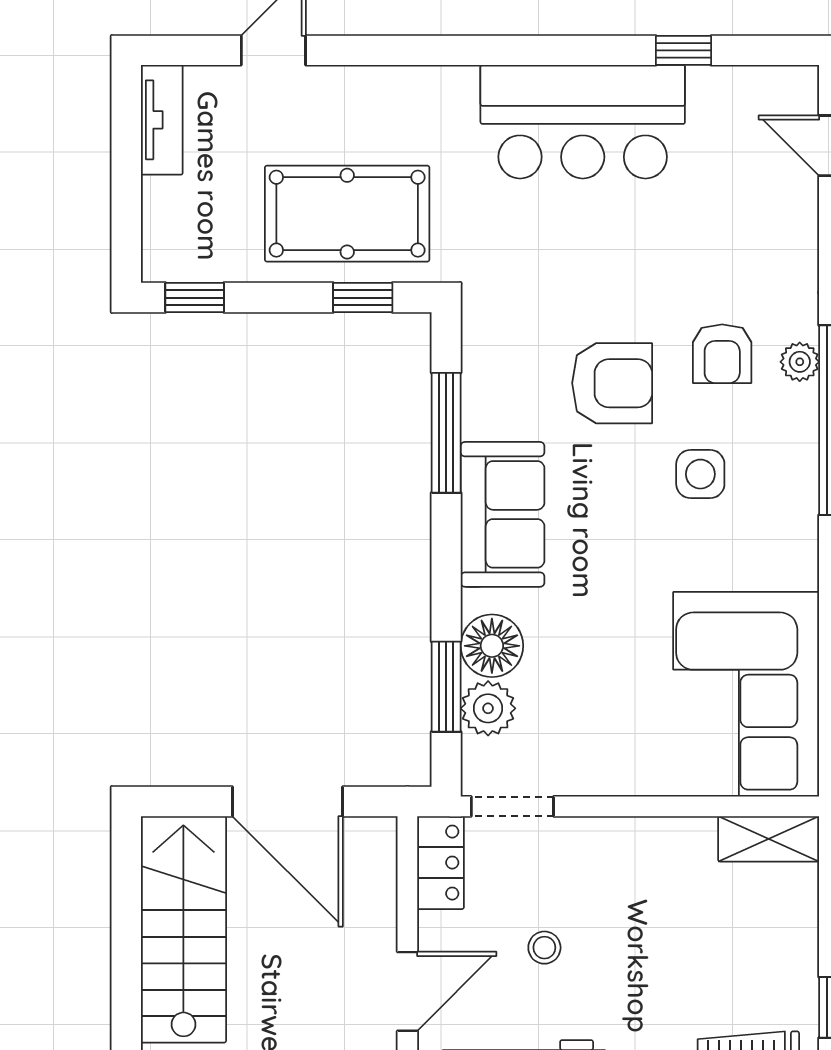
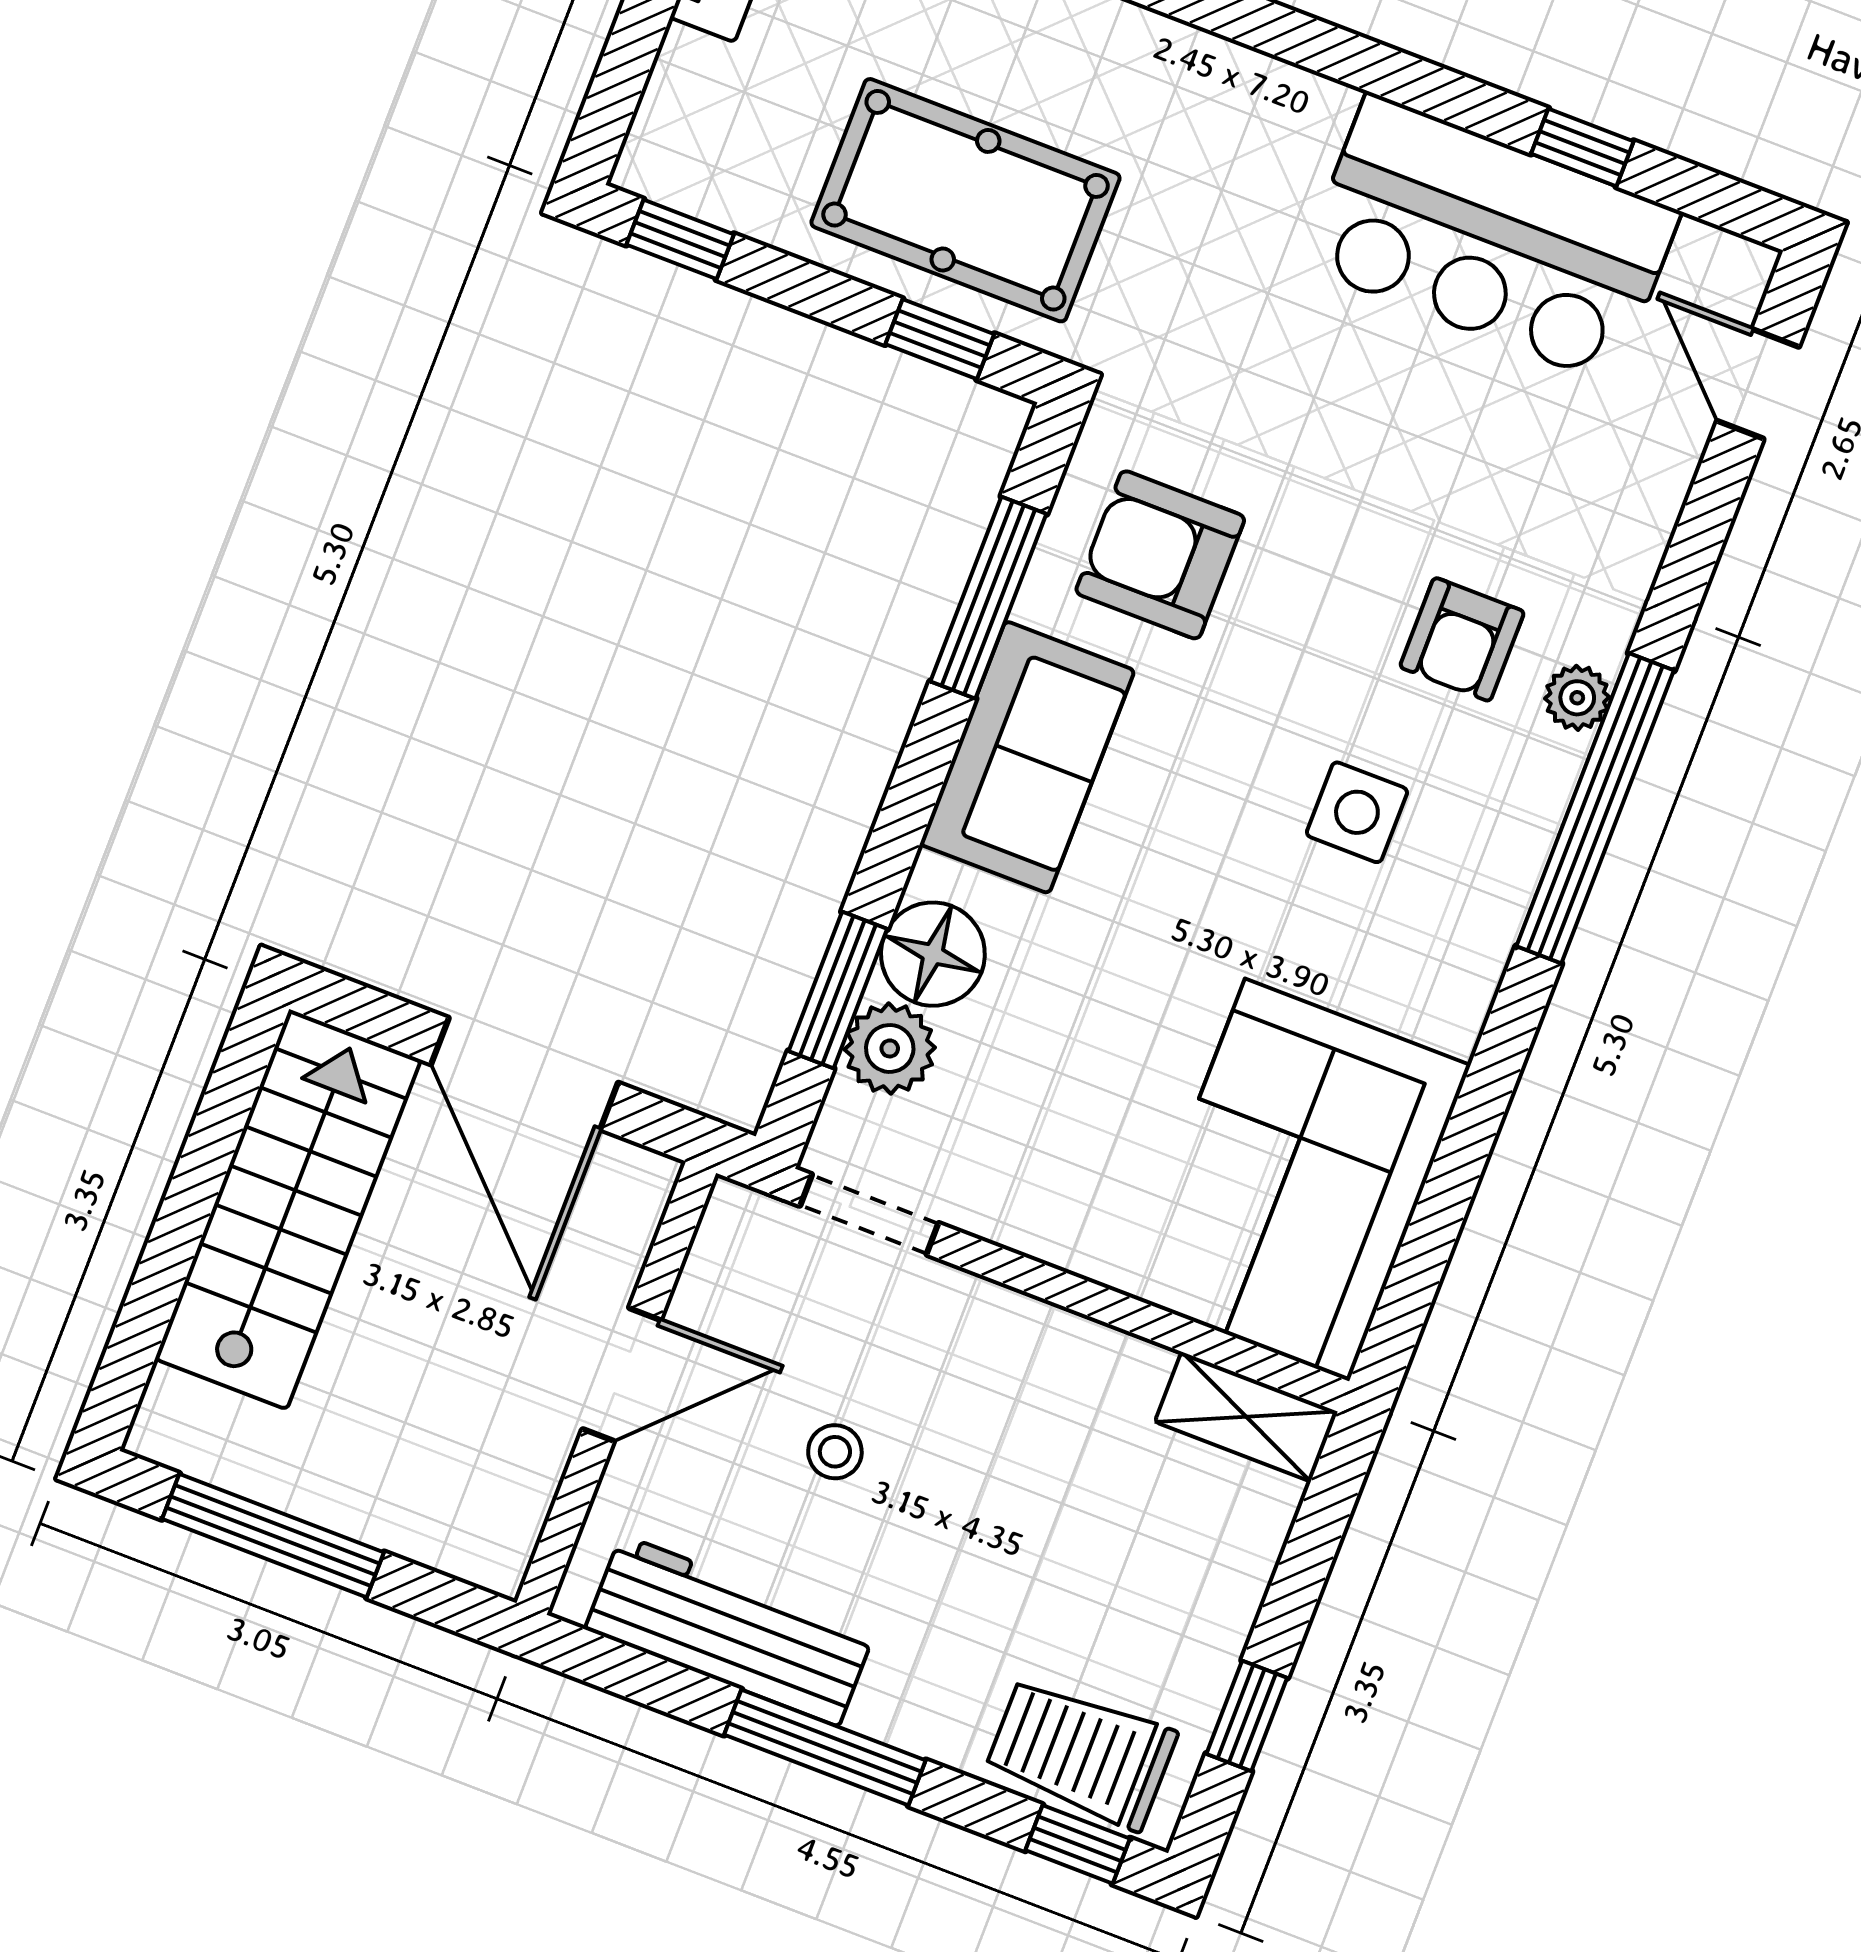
bar counter: (583, 122) -> (1491, 239), moved
armchair: (612, 383) -> (1160, 555), moved, turned 180
locker: (440, 863) -> (725, 1259), removed
door: (407, 991) -> (621, 1375), moved

